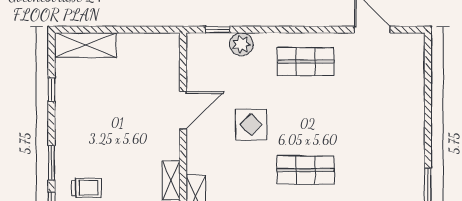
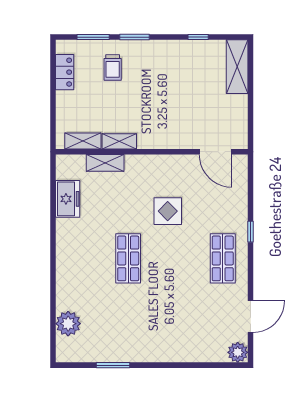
window: (218, 30) -> (251, 232), moved
plant: (241, 44) -> (238, 352), moved
door: (183, 110) -> (216, 152), moved

